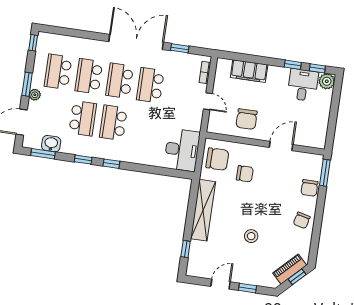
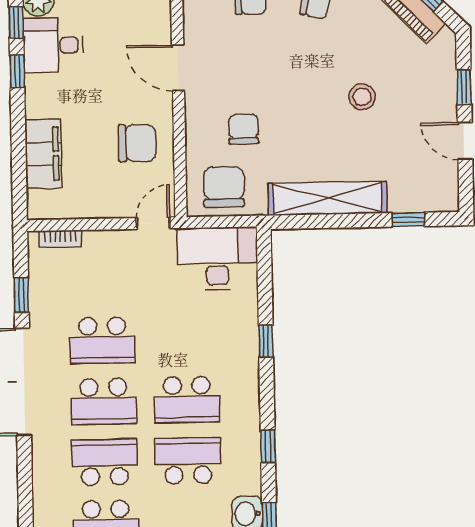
school desk: (89, 76) -> (105, 462), turned 180
door: (208, 101) -> (153, 223), moved
window: (111, 164) -> (266, 341), moved

